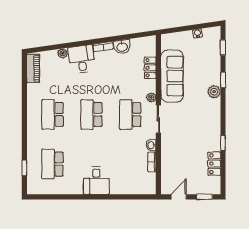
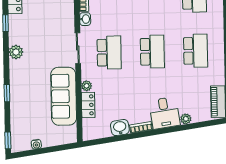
window: (223, 47) -> (8, 140), moved
plant: (214, 92) -> (16, 52), moved
plant: (151, 98) -> (87, 86), moved

